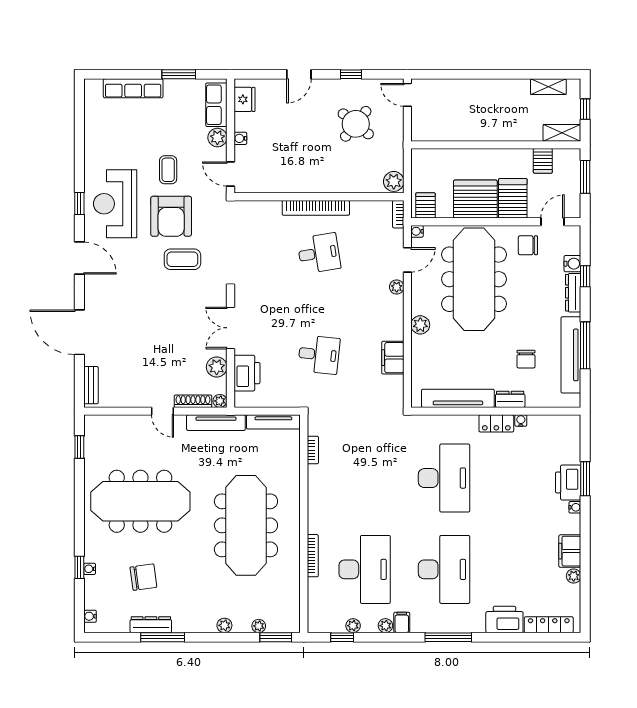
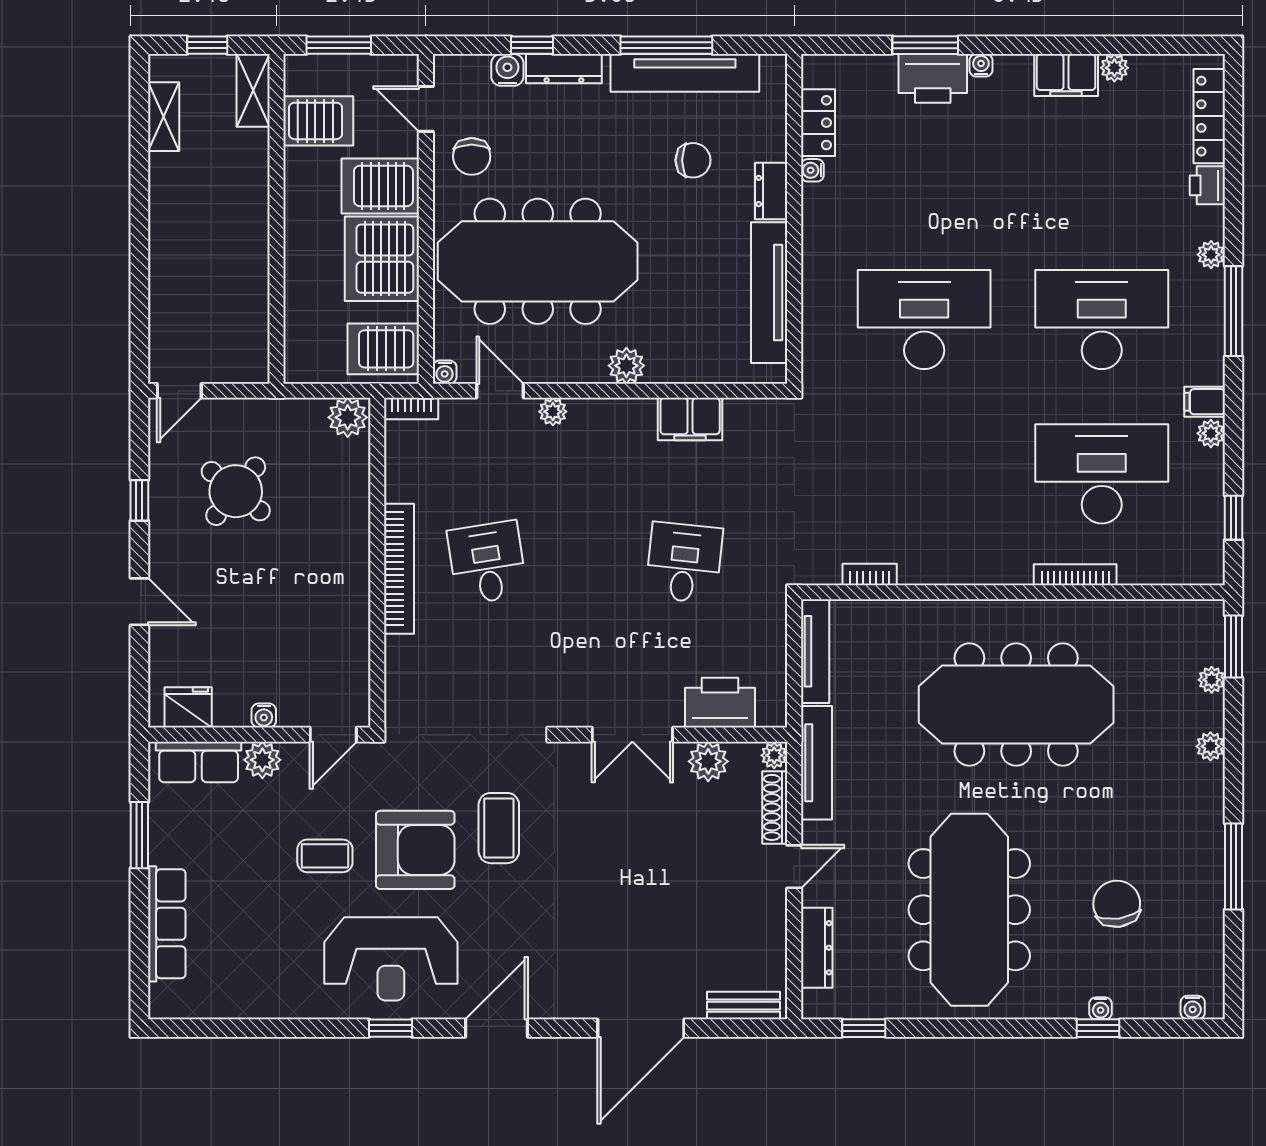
server rack: (543, 161) -> (318, 121), width x1.36, depth x1.44
server rack: (425, 205) -> (383, 349), width x1.36, depth x1.44
locker: (496, 423) -> (818, 123), moved
printer: (504, 619) -> (1207, 185), width x0.53, depth x0.68
dresser: (151, 625) -> (817, 948), moved, turned 180
plant: (353, 626) -> (1211, 255), moved

